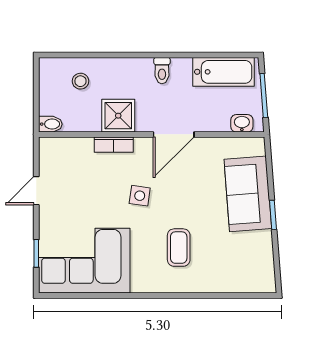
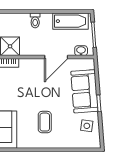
door: (174, 134) -> (56, 57), moved
side table: (140, 196) -> (87, 126), moved

